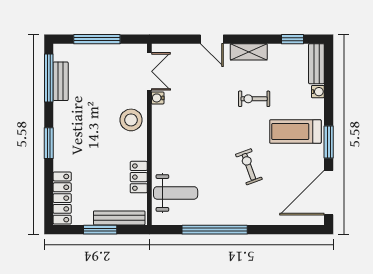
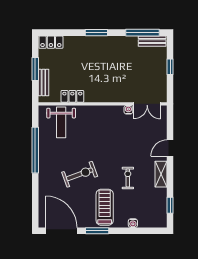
window: (97, 39) -> (170, 67), width x0.46
bench: (316, 64) -> (153, 222), removed
bench: (61, 81) -> (152, 41), moved
stool: (131, 120) -> (113, 91), removed
exercise bike: (249, 167) -> (80, 174), width x1.38, depth x1.39
locker: (62, 198) -> (51, 42), width x0.66
bench: (119, 218) -> (43, 82), width x0.73

